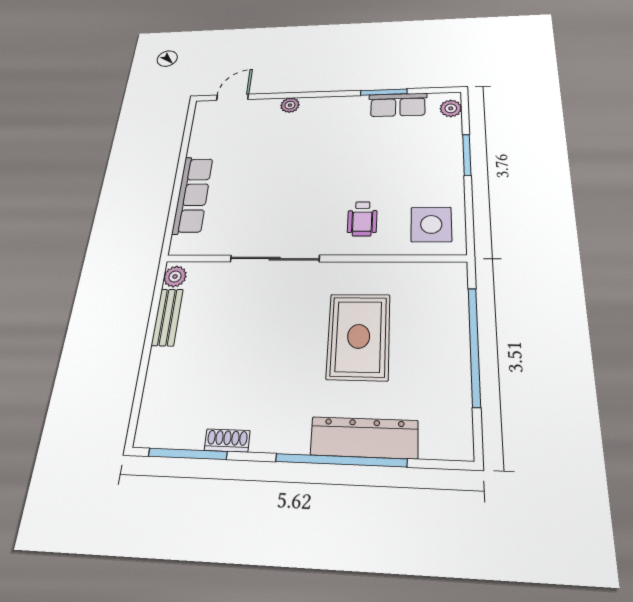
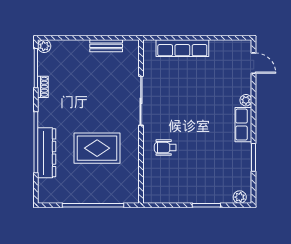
row of seats: (398, 105) -> (243, 125), moved
side table: (431, 224) -> (161, 185), removed
plant: (175, 277) -> (44, 46), moved

